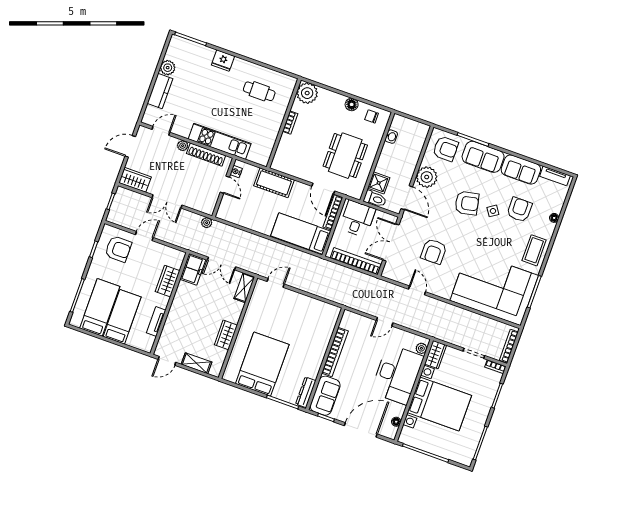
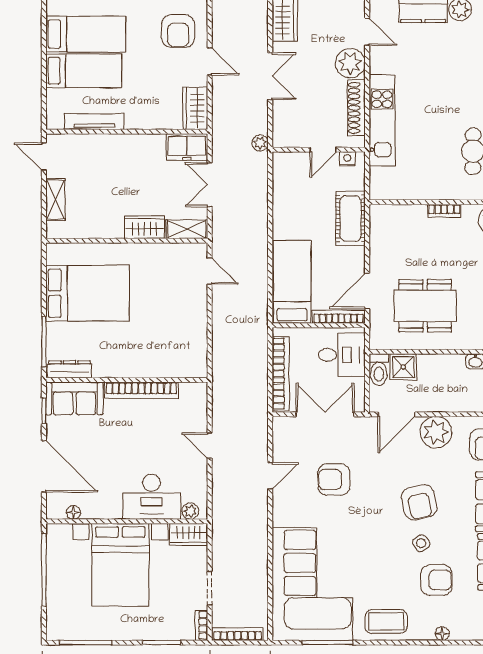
plant: (183, 146) -> (350, 63), width x1.87, depth x1.87
double door: (167, 201) -> (270, 76), swing flipped
wardrobe: (168, 281) -> (195, 108), moved, turned -90
tv unit: (156, 322) -> (94, 121), width x1.41
wardrobe: (226, 335) -> (145, 227), moved
desk: (397, 374) -> (152, 497), width x0.73, depth x0.77

